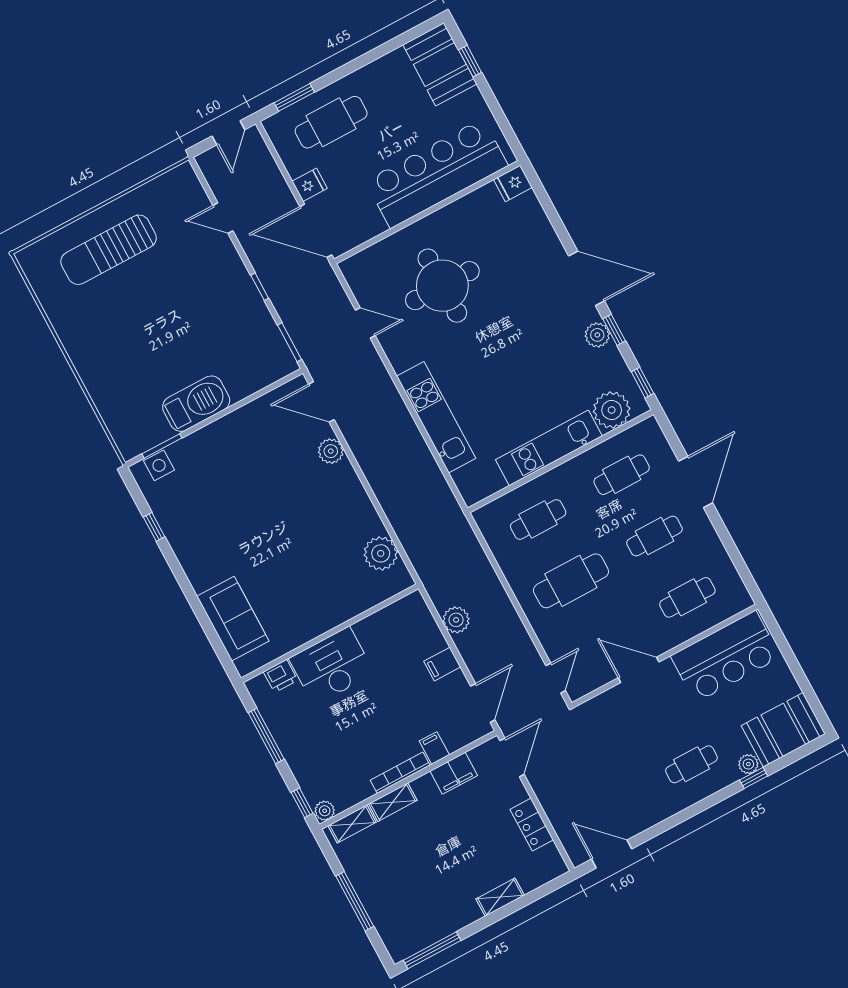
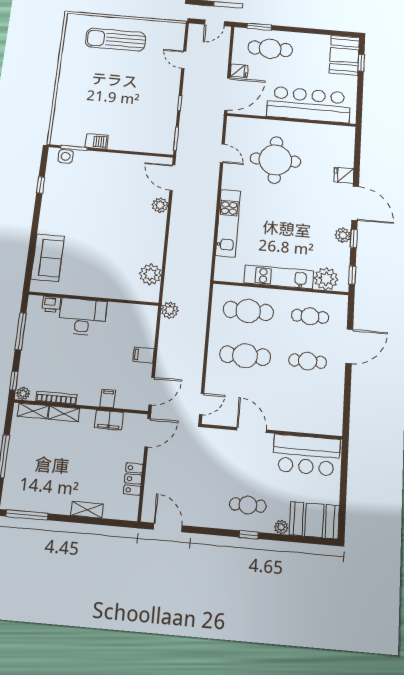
fridge: (513, 183) -> (344, 175), moved
door: (316, 231) -> (227, 94), swing flipped
barbecue: (196, 404) -> (97, 141), width x0.53, depth x0.65
cafe table: (538, 519) -> (248, 311), width x1.37, depth x1.35
cafe table: (687, 597) -> (305, 407), removed
plant: (456, 620) -> (170, 310), moved
bookcase: (400, 773) -> (56, 398), moved
window: (754, 778) -> (249, 535), moved

